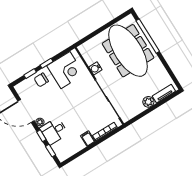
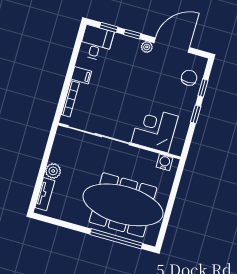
water cooler: (95, 68) -> (165, 162), moved
corner desk: (65, 70) -> (155, 129), moved, turned 90
chair: (41, 80) -> (189, 78), moved
desk: (54, 131) -> (96, 43), moved

